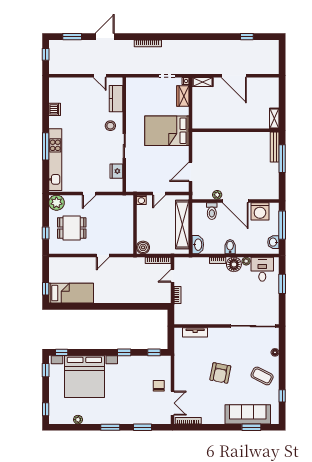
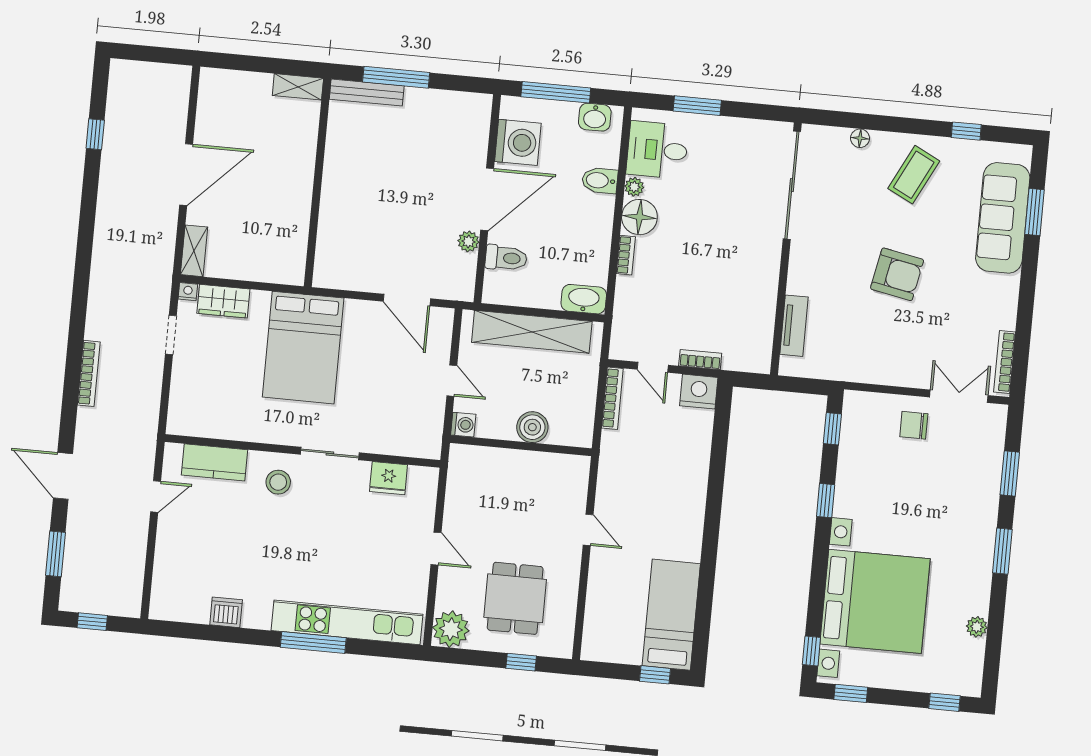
boiler: (143, 247) -> (532, 427), moved
bidet: (230, 247) -> (600, 180), moved
nightstand: (164, 296) -> (699, 392), added

